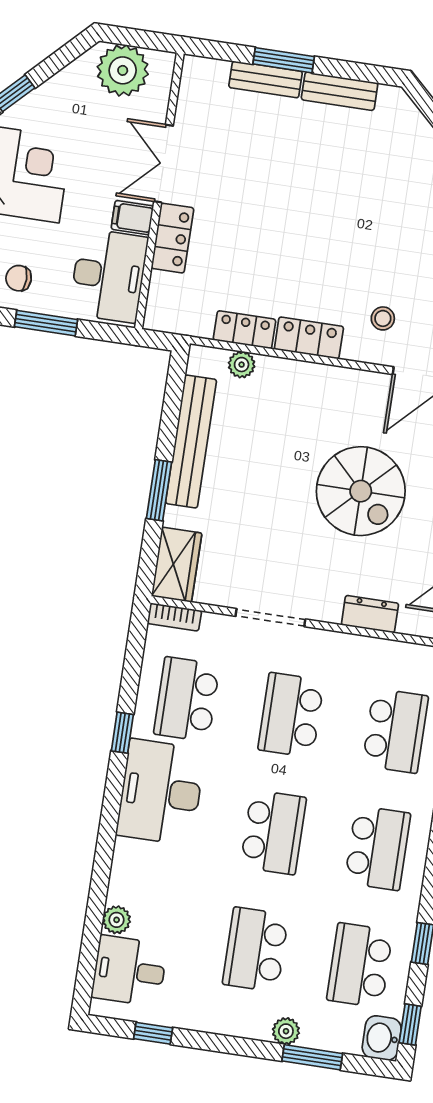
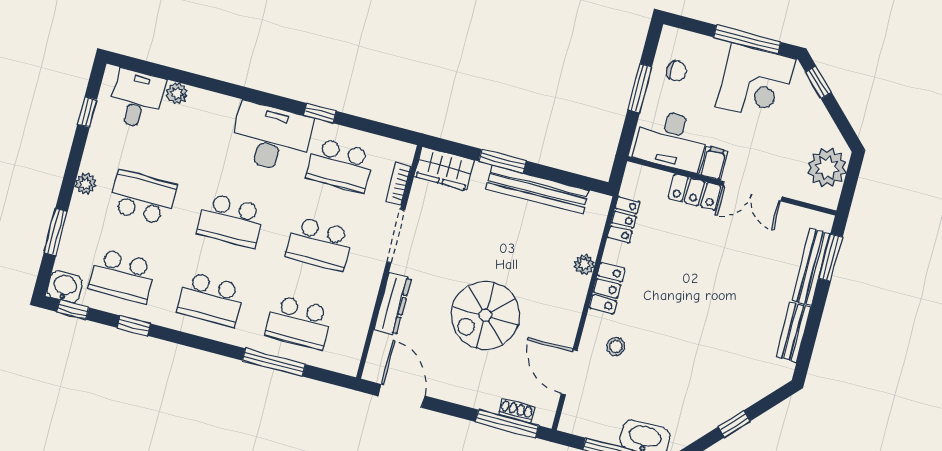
window: (284, 60) -> (831, 258), moved
bench: (266, 79) -> (811, 267), width x1.36
double door: (164, 164) -> (752, 191), swing flipped
chair: (19, 278) -> (676, 71), turned 90
locker: (245, 330) -> (624, 220), moved
plant: (242, 365) -> (584, 264), moved
dresser: (370, 614) -> (393, 304), width x1.44
bookcase: (174, 617) -> (399, 184), moved
school desk: (187, 699) -> (340, 165), turned 180
school desk: (291, 715) -> (320, 244), turned 180
school desk: (360, 965) -> (122, 276), turned 180
plant: (286, 1031) -> (86, 184), moved

